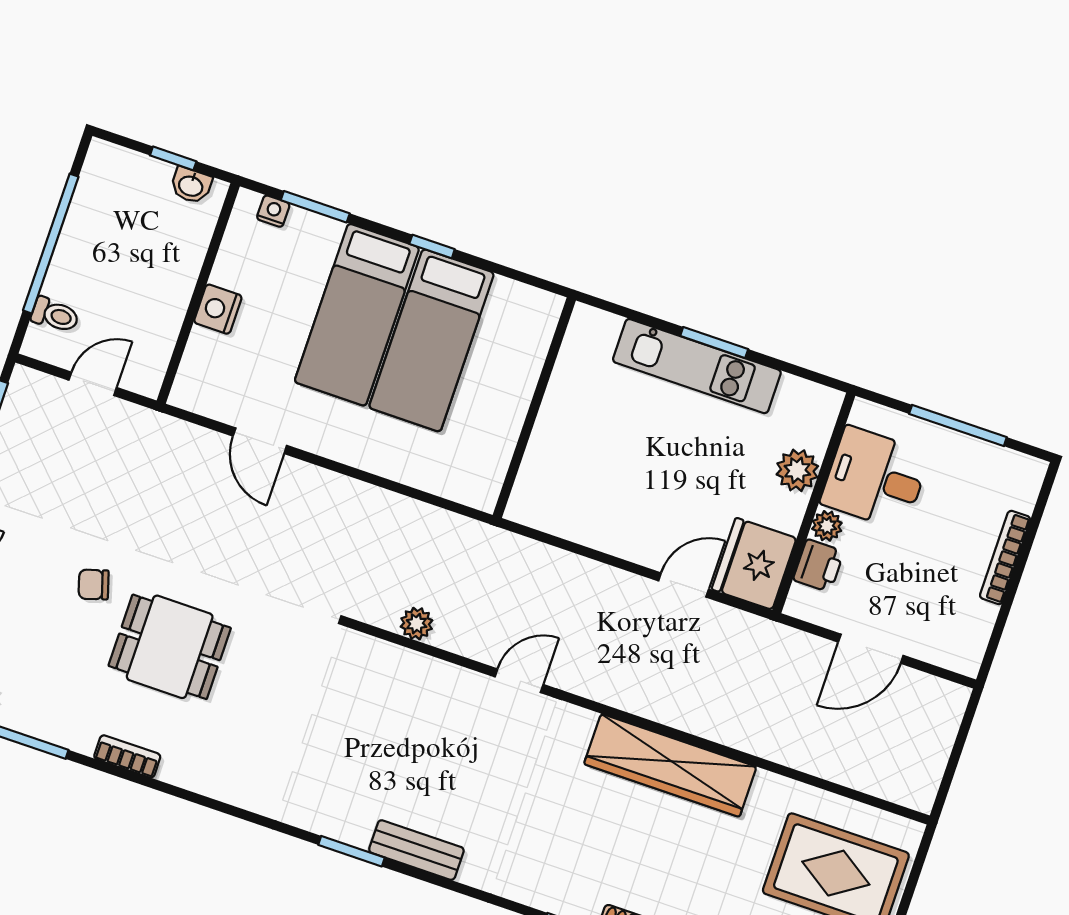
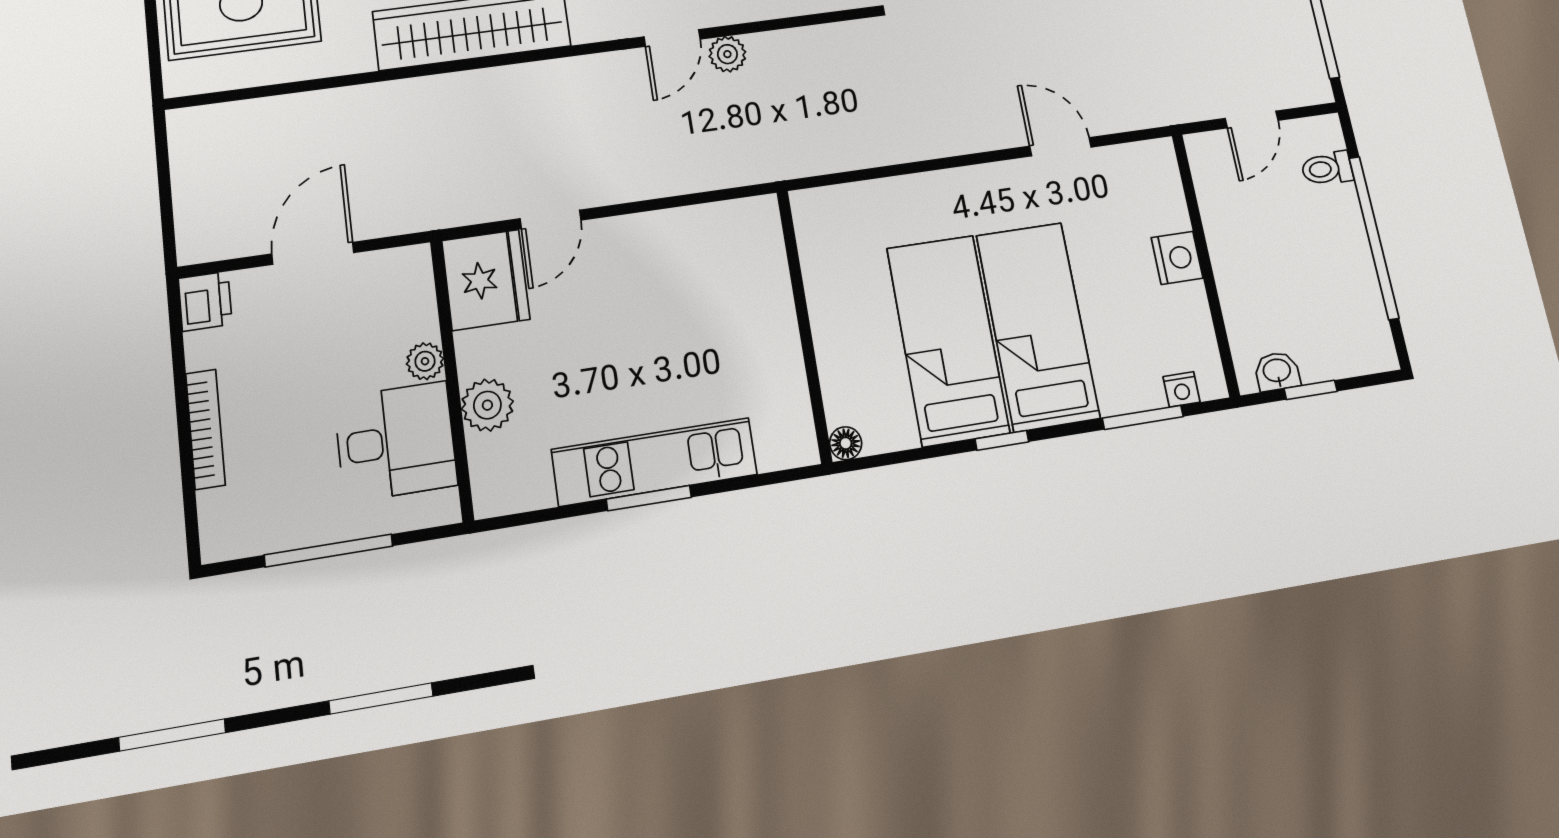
floor lamp: (550, 306) -> (846, 443), added
printer: (819, 566) -> (205, 301), moved, turned 180
plant: (417, 624) -> (727, 54), moved

